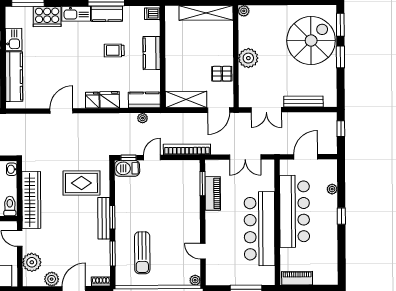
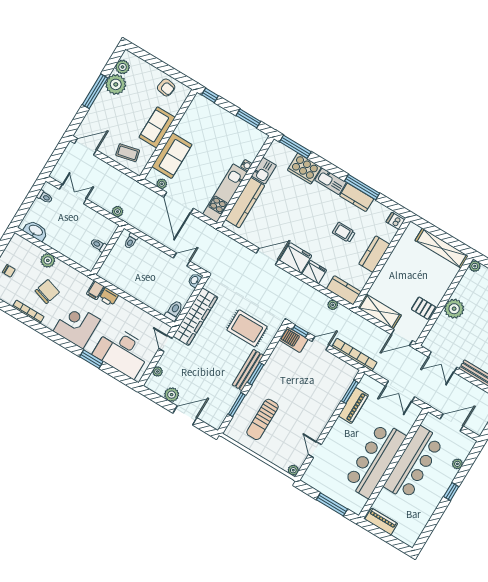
fridge: (92, 100) -> (296, 258), width x1.88, depth x1.34
plant: (32, 262) -> (157, 372), width x0.53, depth x0.53
shoe rack: (101, 281) -> (212, 422), removed

